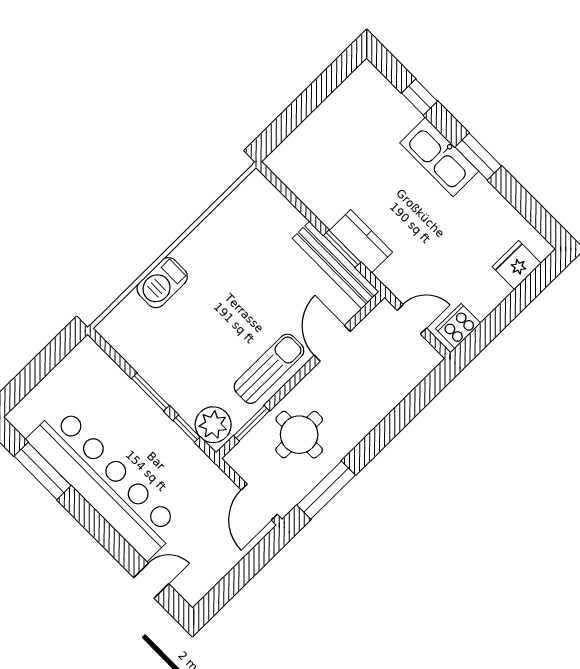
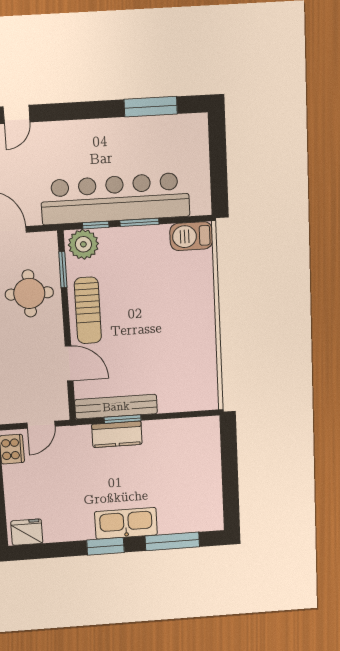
window: (420, 97) -> (172, 541), width x2.17
fridge: (517, 265) -> (27, 532), moved, turned -90
barbecue: (162, 283) -> (191, 236), moved, turned -90
bar counter: (104, 483) -> (115, 199), moved, turned 180

